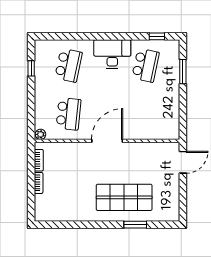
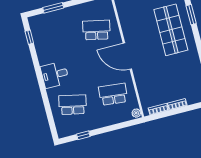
desk: (112, 54) -> (55, 75), width x0.73
school desk: (145, 65) -> (96, 30), moved

